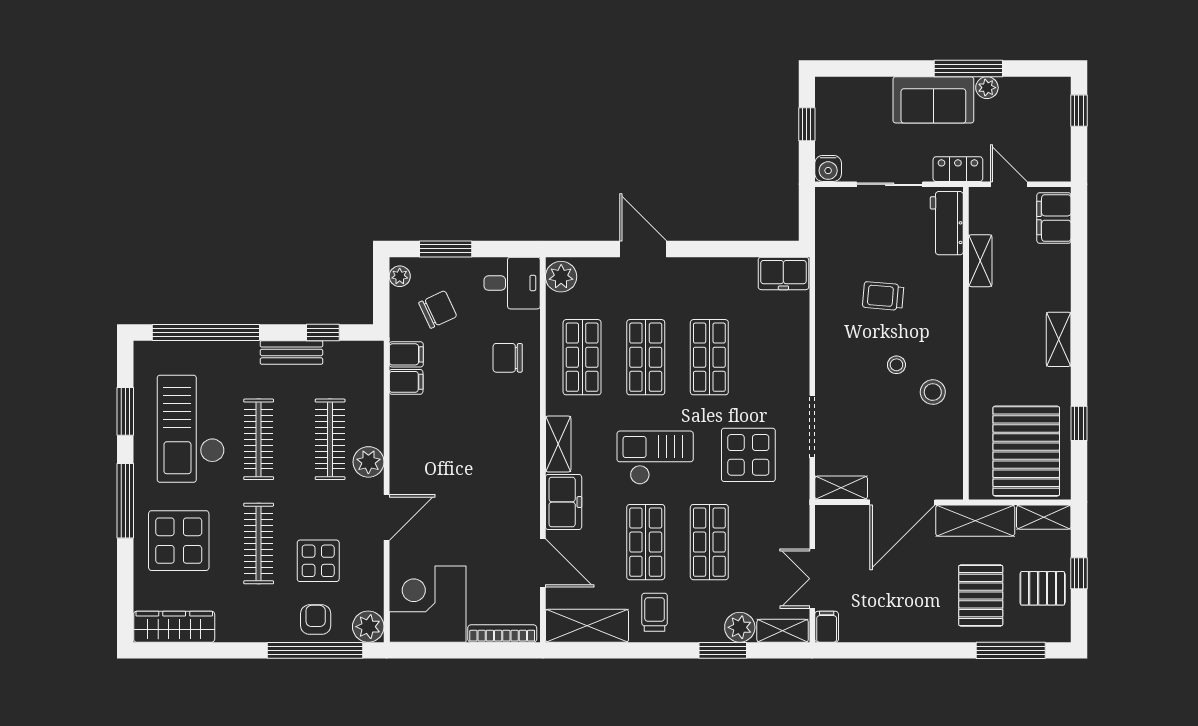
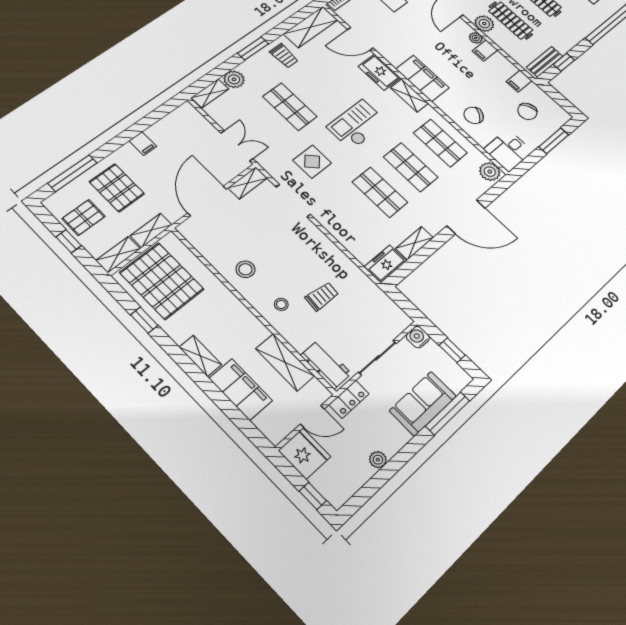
window: (968, 68) -> (448, 413), moved
sofa: (933, 100) -> (423, 403), moved
fridge: (1049, 156) -> (304, 454), added
filing cabinet: (1054, 218) -> (241, 389), moved, width x1.50, depth x1.17
door: (643, 249) -> (466, 217), width x1.36
shelving: (980, 261) -> (285, 362), width x1.50, depth x1.33
shelving: (730, 269) -> (414, 243), added
plant: (400, 276) -> (476, 38), moved
bench: (291, 352) -> (545, 62), moved
chair: (508, 358) -> (474, 115), turned -146
stool: (896, 365) -> (281, 304), moved
filing cabinet: (406, 382) -> (485, 51), moved
filing cabinet: (520, 453) -> (422, 78), added
display table: (748, 455) -> (312, 162), width x0.73, depth x0.73
checkout: (655, 458) -> (357, 125), turned 180
shelving: (975, 521) -> (151, 230), width x0.67, depth x0.75
shop shelf: (646, 542) -> (321, 83), removed
double door: (812, 579) -> (237, 146), moved
filing cabinet: (827, 627) -> (143, 144), moved
window: (723, 650) -> (253, 48), moved

